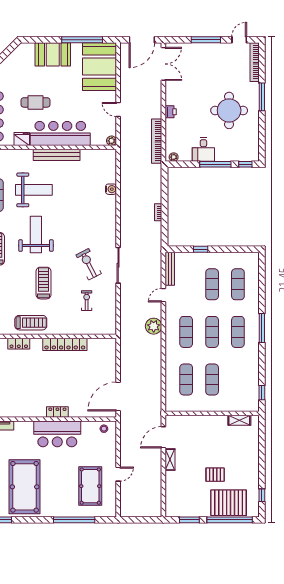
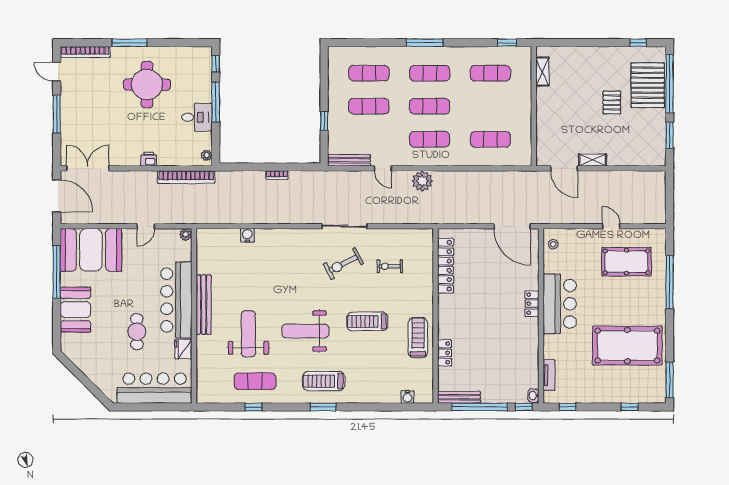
locker: (65, 344) -> (446, 266), moved
exercise mat: (212, 380) -> (490, 73), moved

